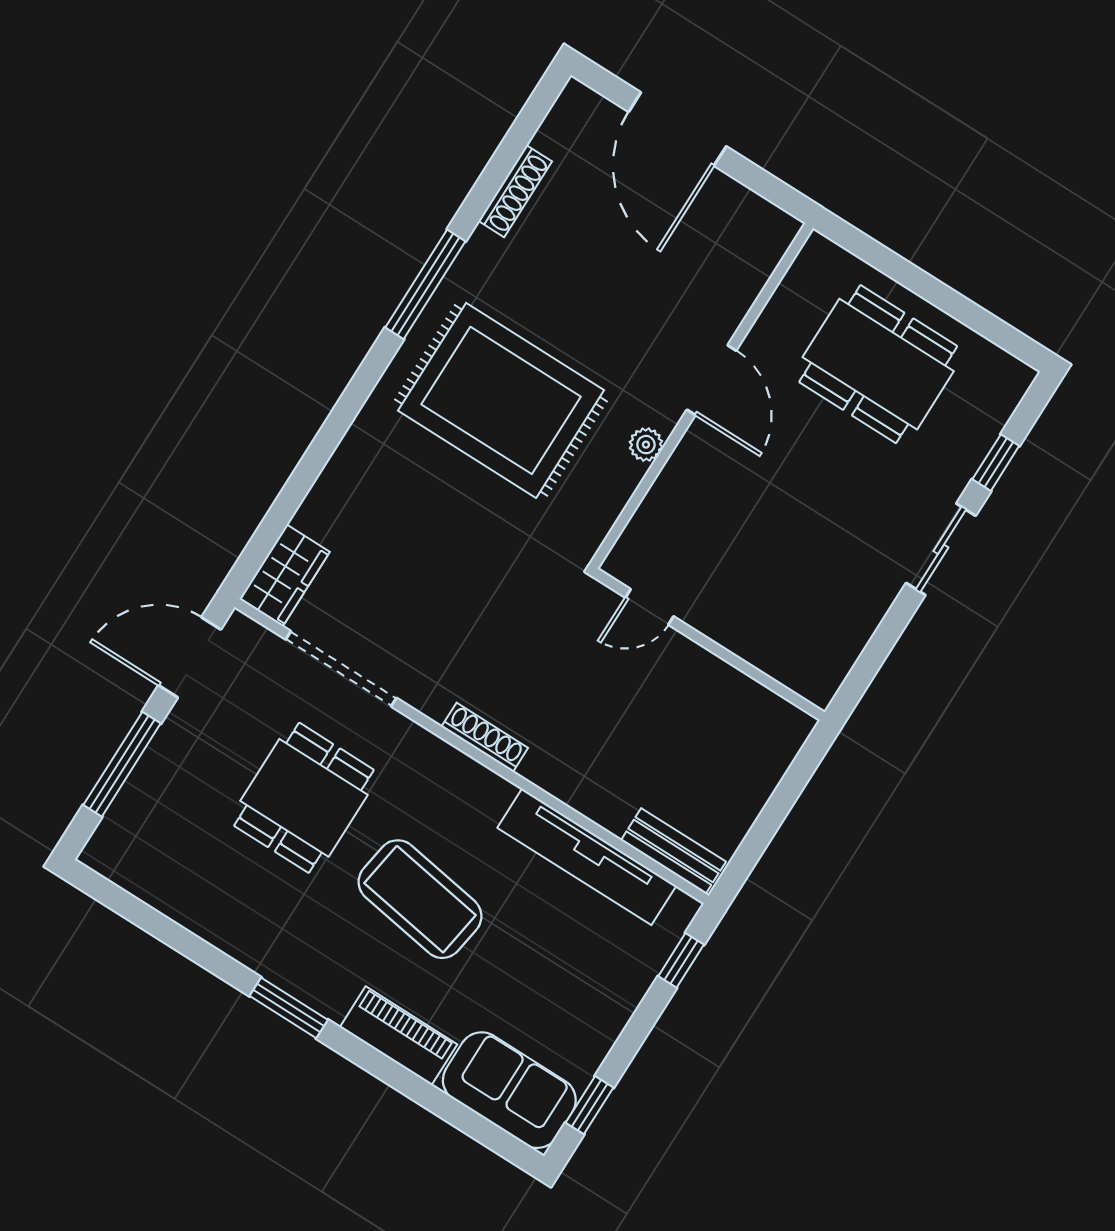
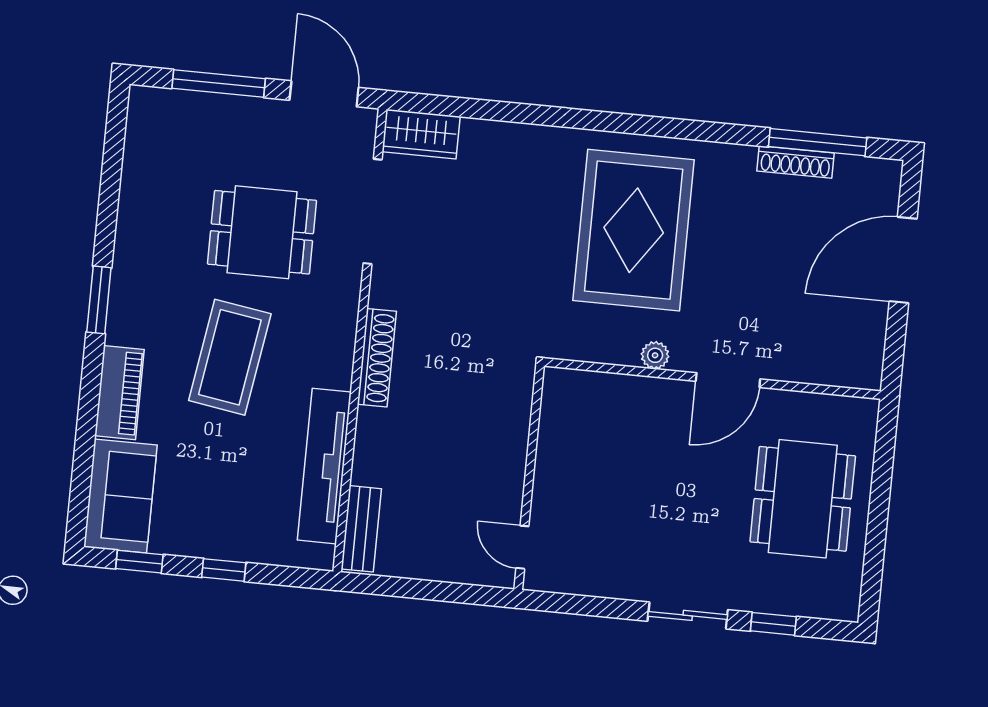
window: (425, 284) -> (818, 142), moved
door: (649, 607) -> (522, 547), moved
shoe rack: (485, 737) -> (377, 358), width x1.36, depth x1.24
window: (681, 960) -> (224, 570), moved

